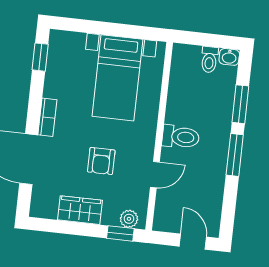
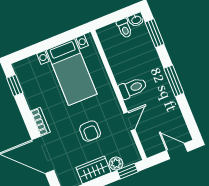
window: (240, 104) -> (155, 33), moved
plant: (129, 219) -> (116, 163), moved

